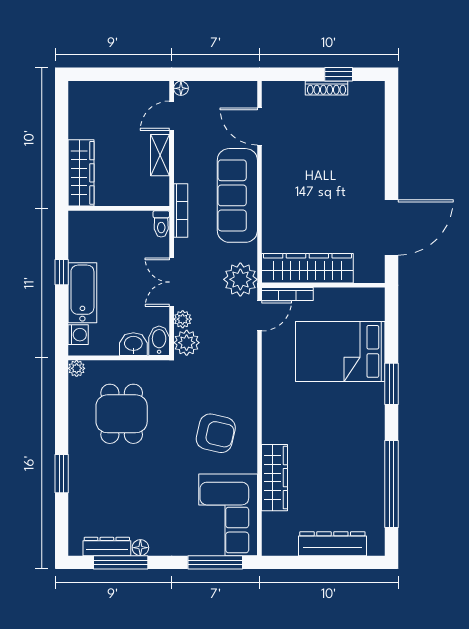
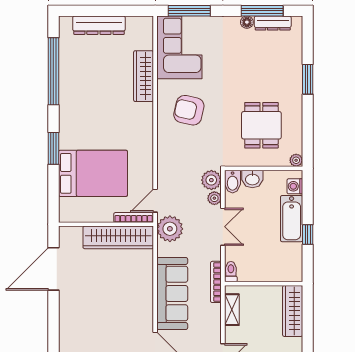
shelving: (160, 155) -> (232, 310), moved

